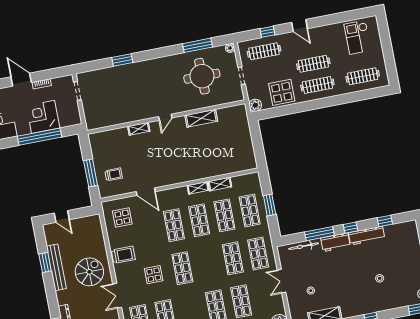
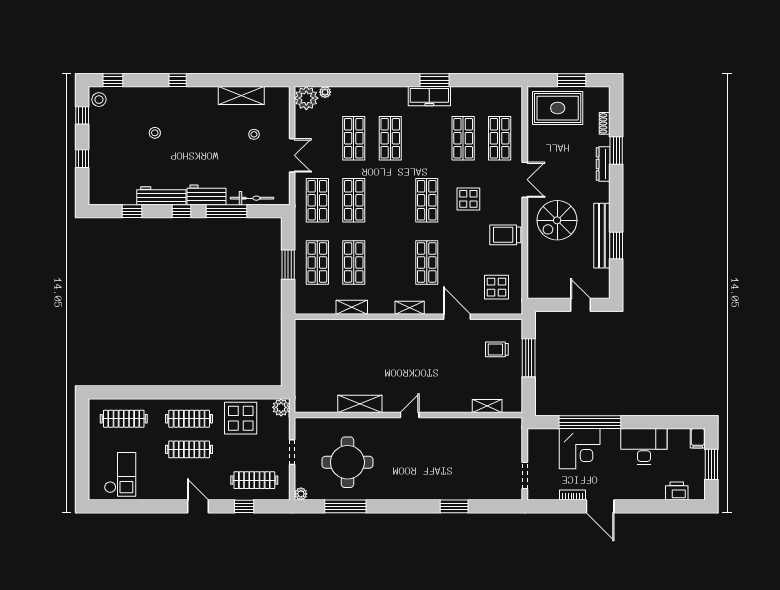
shelving: (139, 129) -> (487, 406), moved
shelving: (198, 188) -> (410, 308), moved
shop shelf: (199, 220) -> (390, 262), removed

